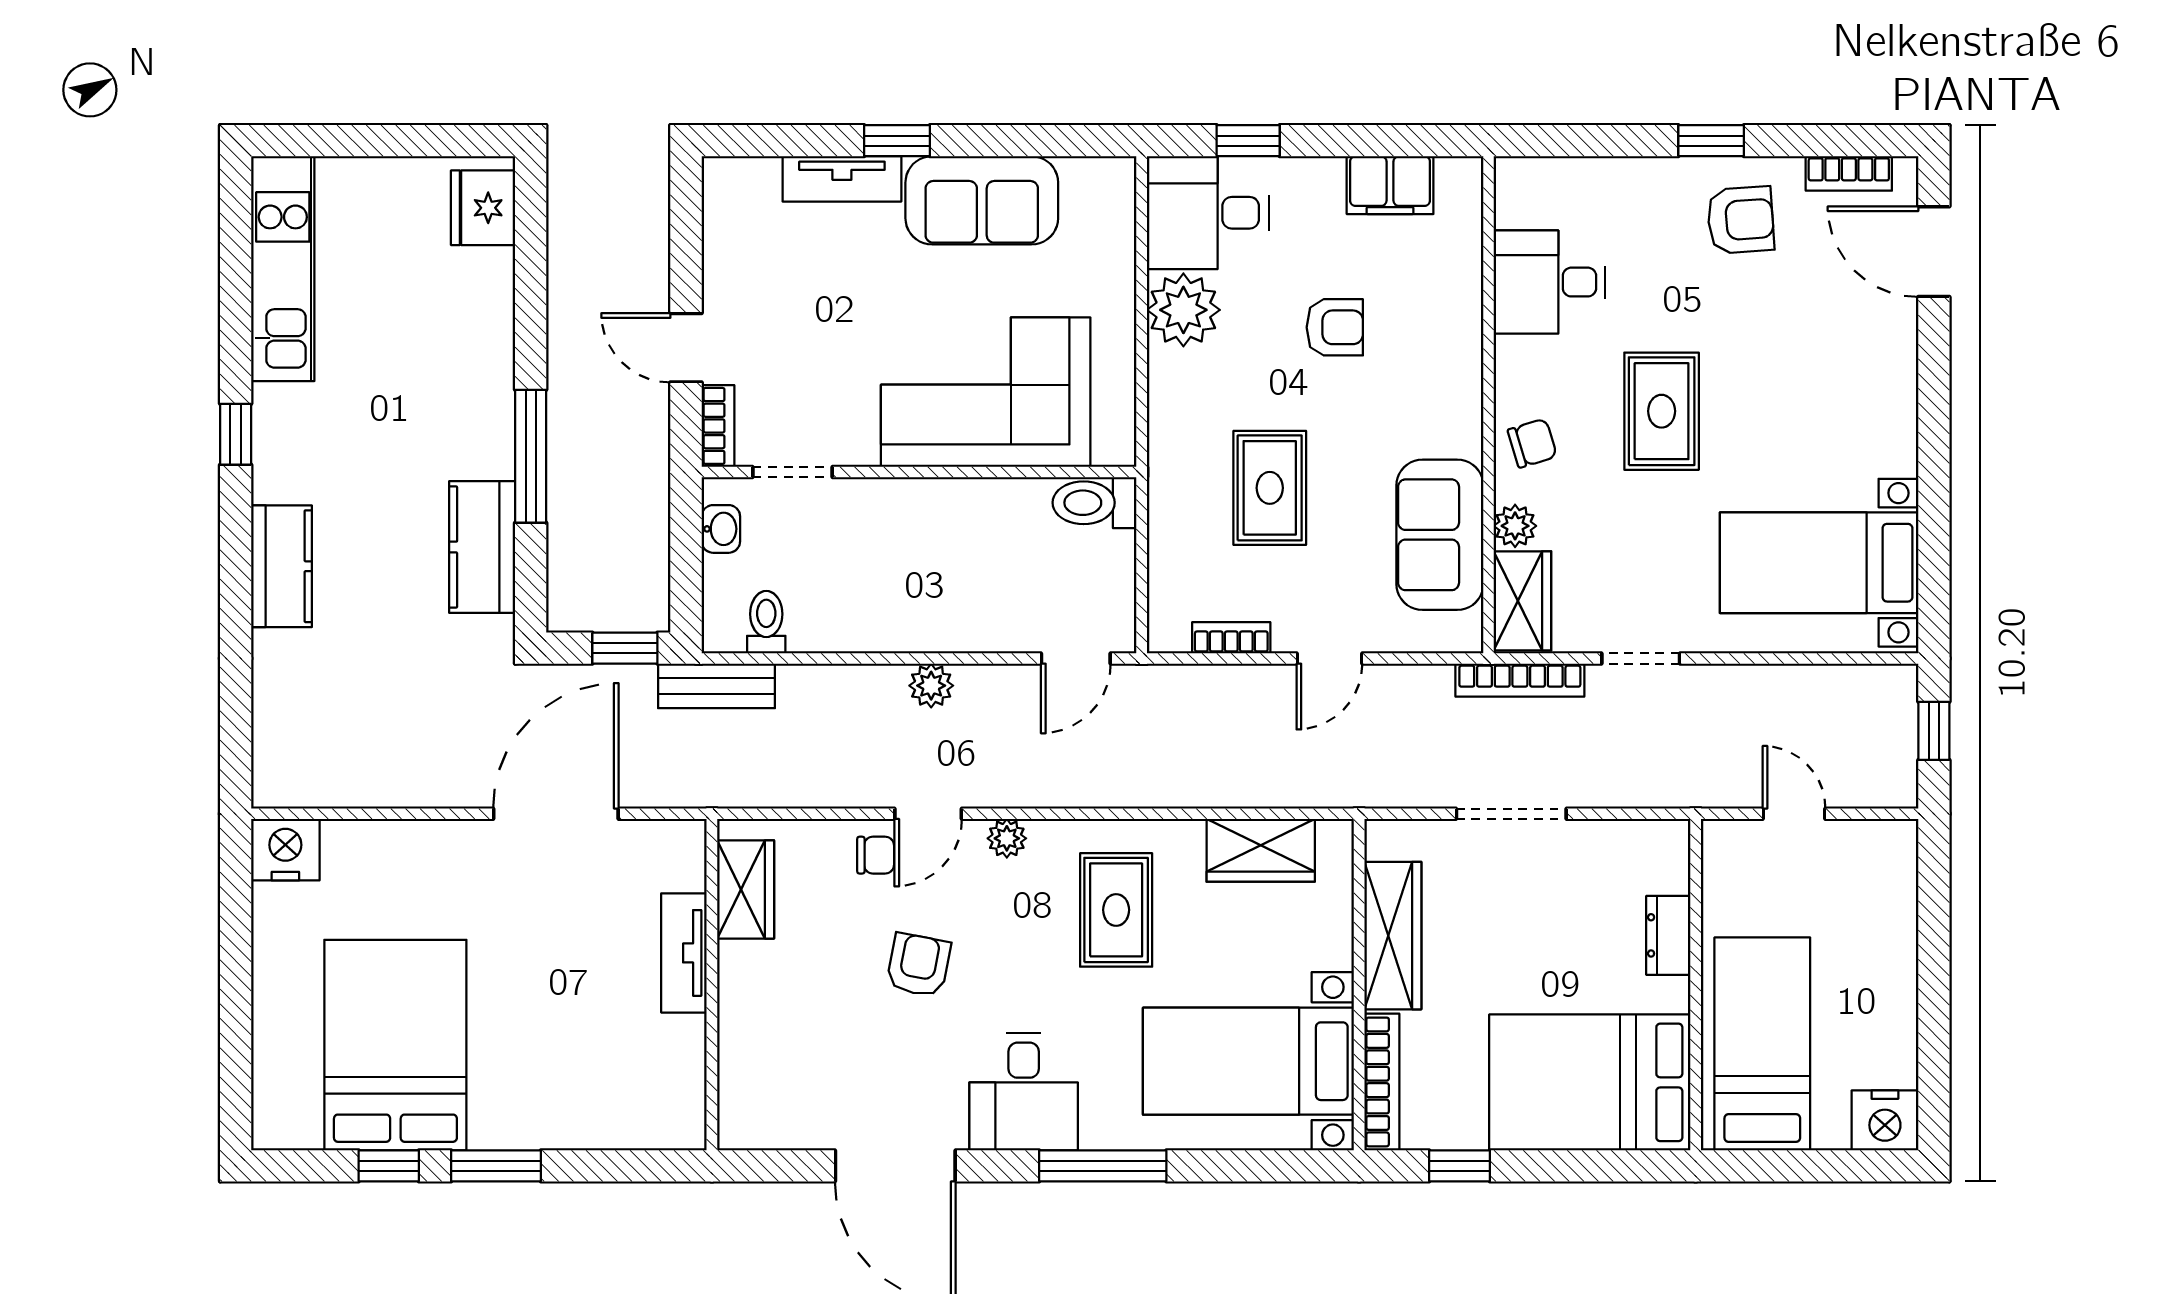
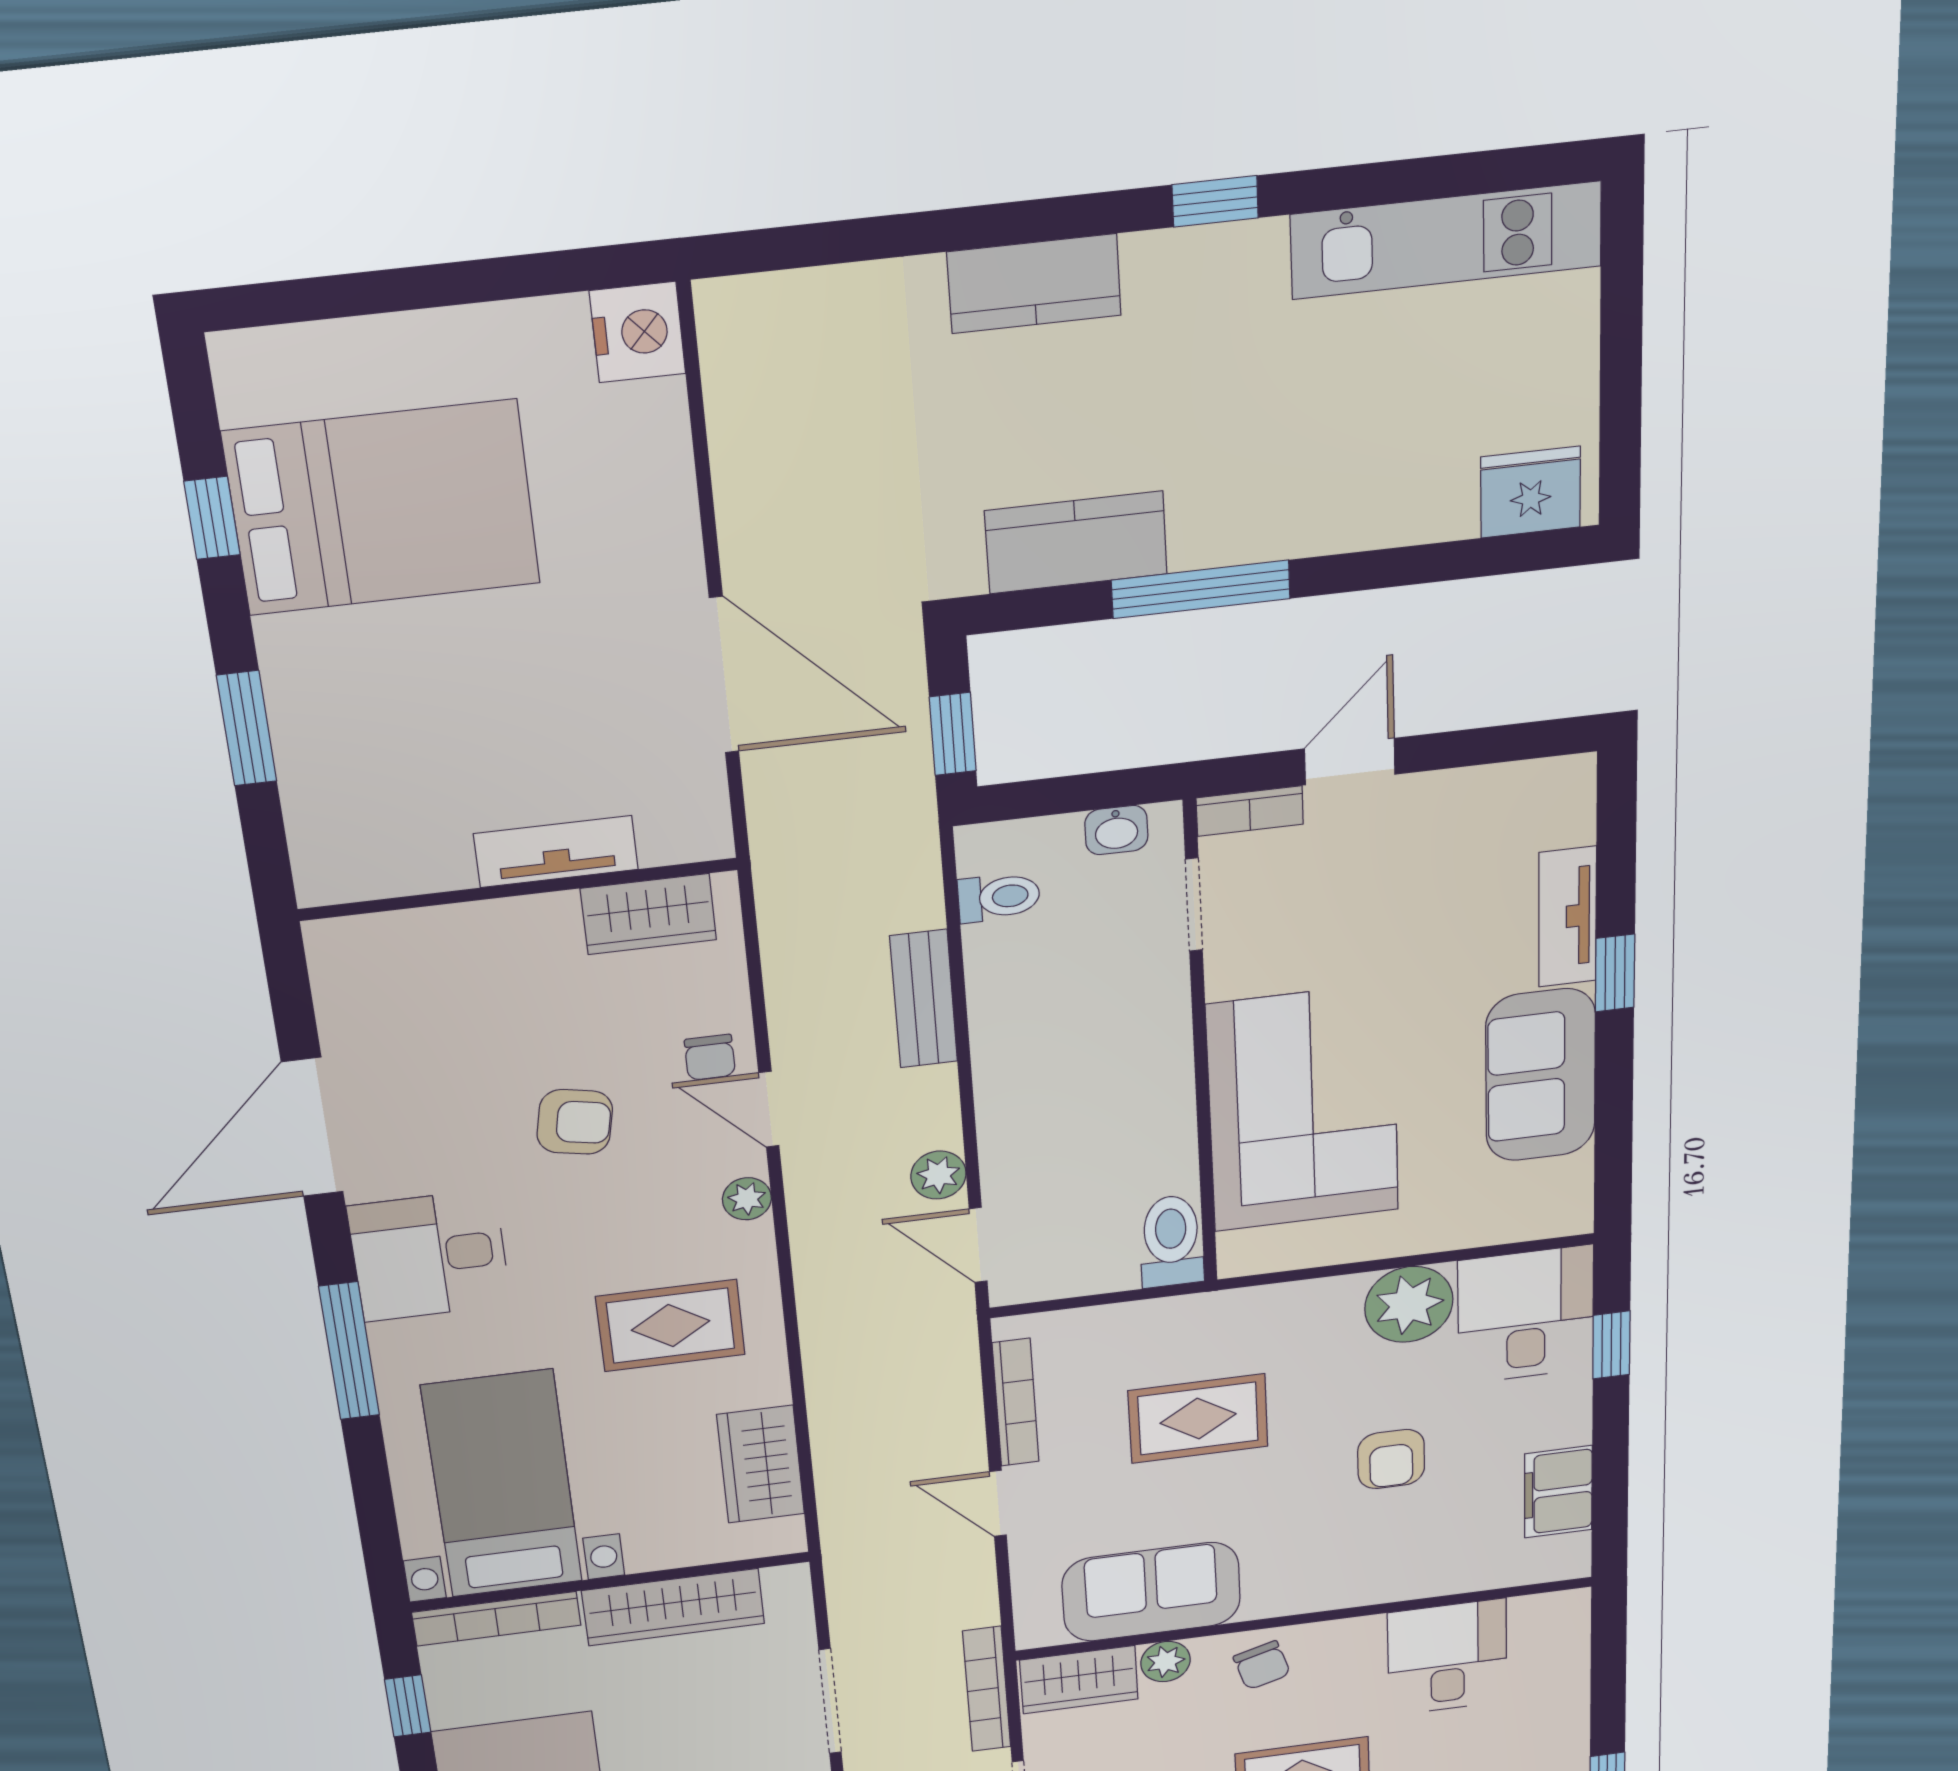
bookcase: (1231, 638) -> (1016, 1402), width x1.56
bench: (717, 686) -> (924, 999), moved
plant: (931, 686) -> (938, 1175), moved
window: (496, 1166) -> (247, 728), moved

